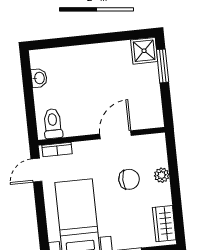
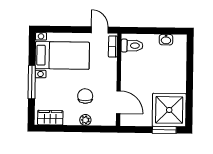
shower: (144, 51) -> (169, 110), width x1.86, depth x1.86
door: (115, 135) -> (118, 102), moved
chair: (129, 179) -> (85, 96), turned 180

